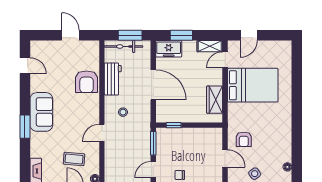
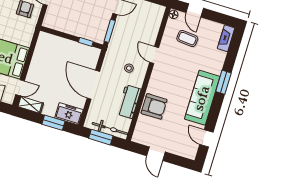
armchair: (87, 82) -> (154, 106), turned 90
wardrobe: (215, 100) -> (41, 54), removed
sofa: (41, 112) -> (202, 98), width x1.36
door: (102, 133) -> (154, 55), swing flipped

